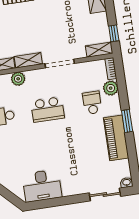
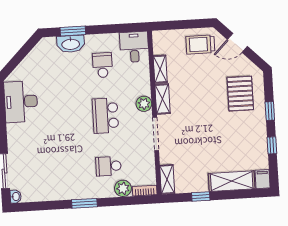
window: (114, 33) -> (201, 196), moved
plant: (18, 79) -> (144, 104), moved
school desk: (92, 103) -> (108, 166), turned 180
piano: (116, 138) -> (67, 189), removed

